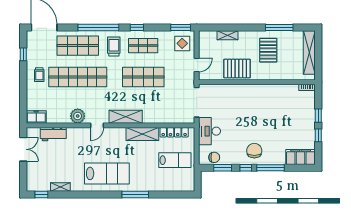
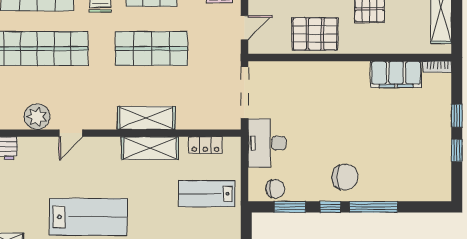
shelving: (126, 117) -> (146, 118), moved
locker: (174, 132) -> (205, 145), width x0.66
chair: (254, 151) -> (345, 177), turned 88
filing cabinet: (301, 157) -> (396, 74), moved, turned 180
lab bench: (175, 160) -> (207, 194), turned 180

